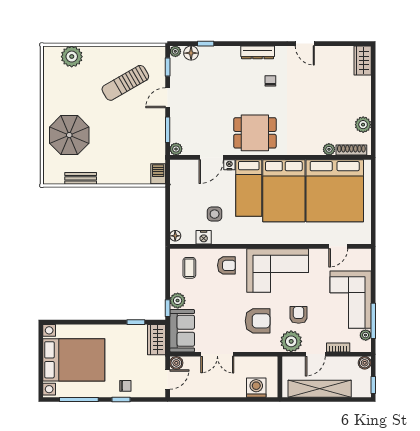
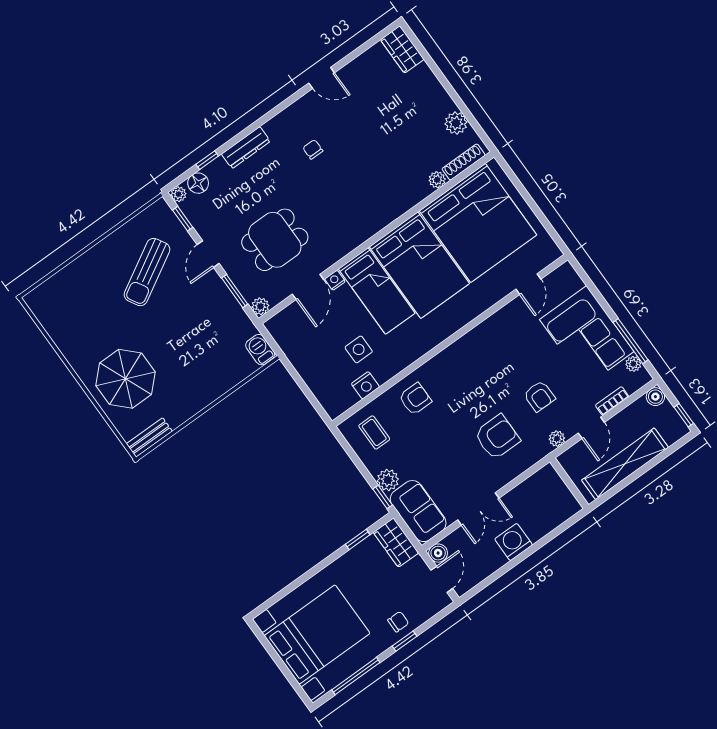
dresser: (258, 52) -> (246, 148), moved
plant: (72, 57) -> (63, 286), removed
dining table: (255, 133) -> (275, 240), moved
bench: (81, 178) -> (149, 437), moved
floor lamp: (175, 236) -> (331, 407), removed
corner sofa: (278, 270) -> (478, 362), removed
armchair: (299, 315) -> (539, 396), turned 180
plant: (291, 341) -> (557, 439), width x0.53, depth x0.53
washing machine: (256, 388) -> (514, 542), moved

